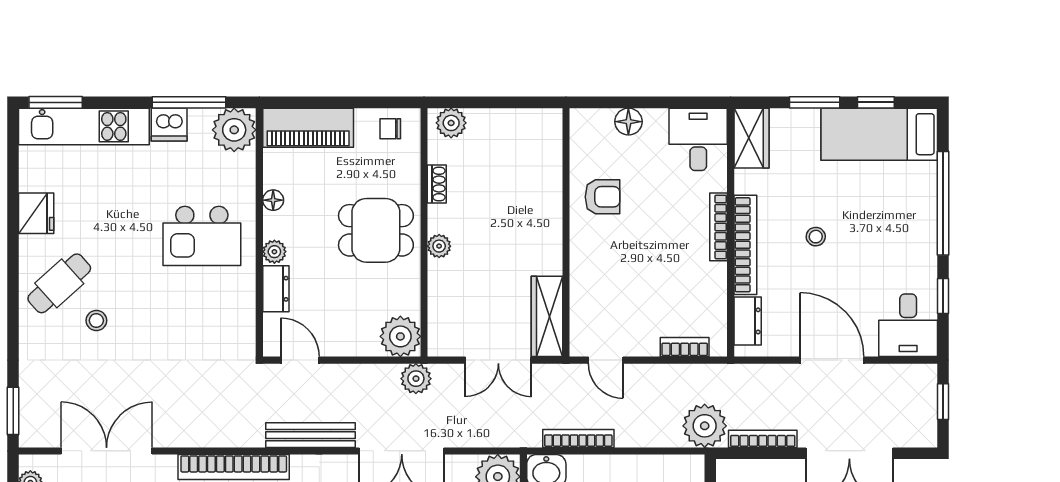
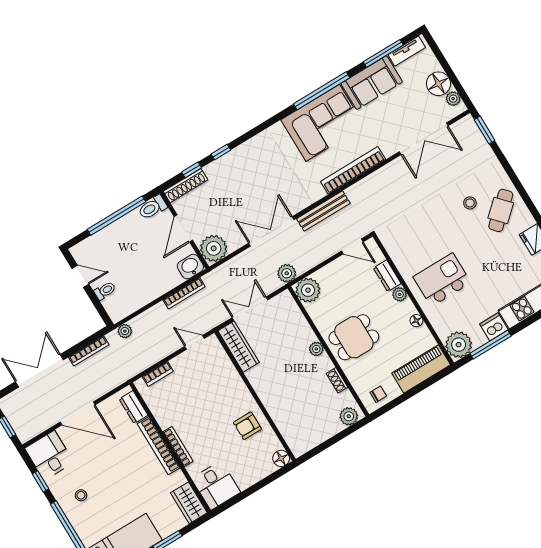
floor lamp: (628, 122) -> (281, 458), moved
stool: (816, 237) -> (81, 495), moved
plant: (705, 426) -> (125, 331), width x0.53, depth x0.53

